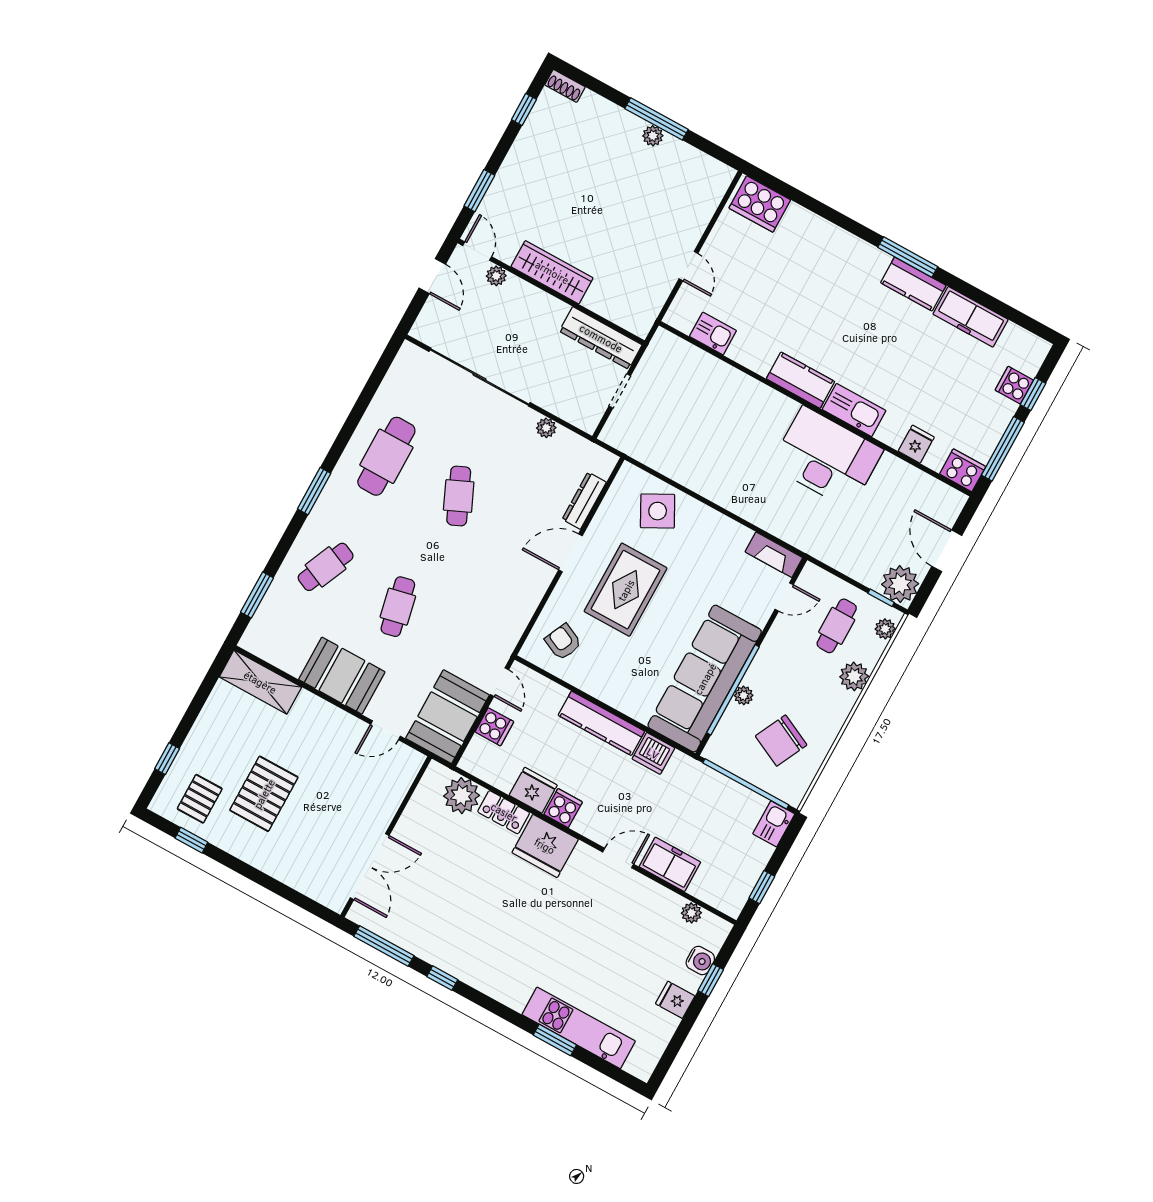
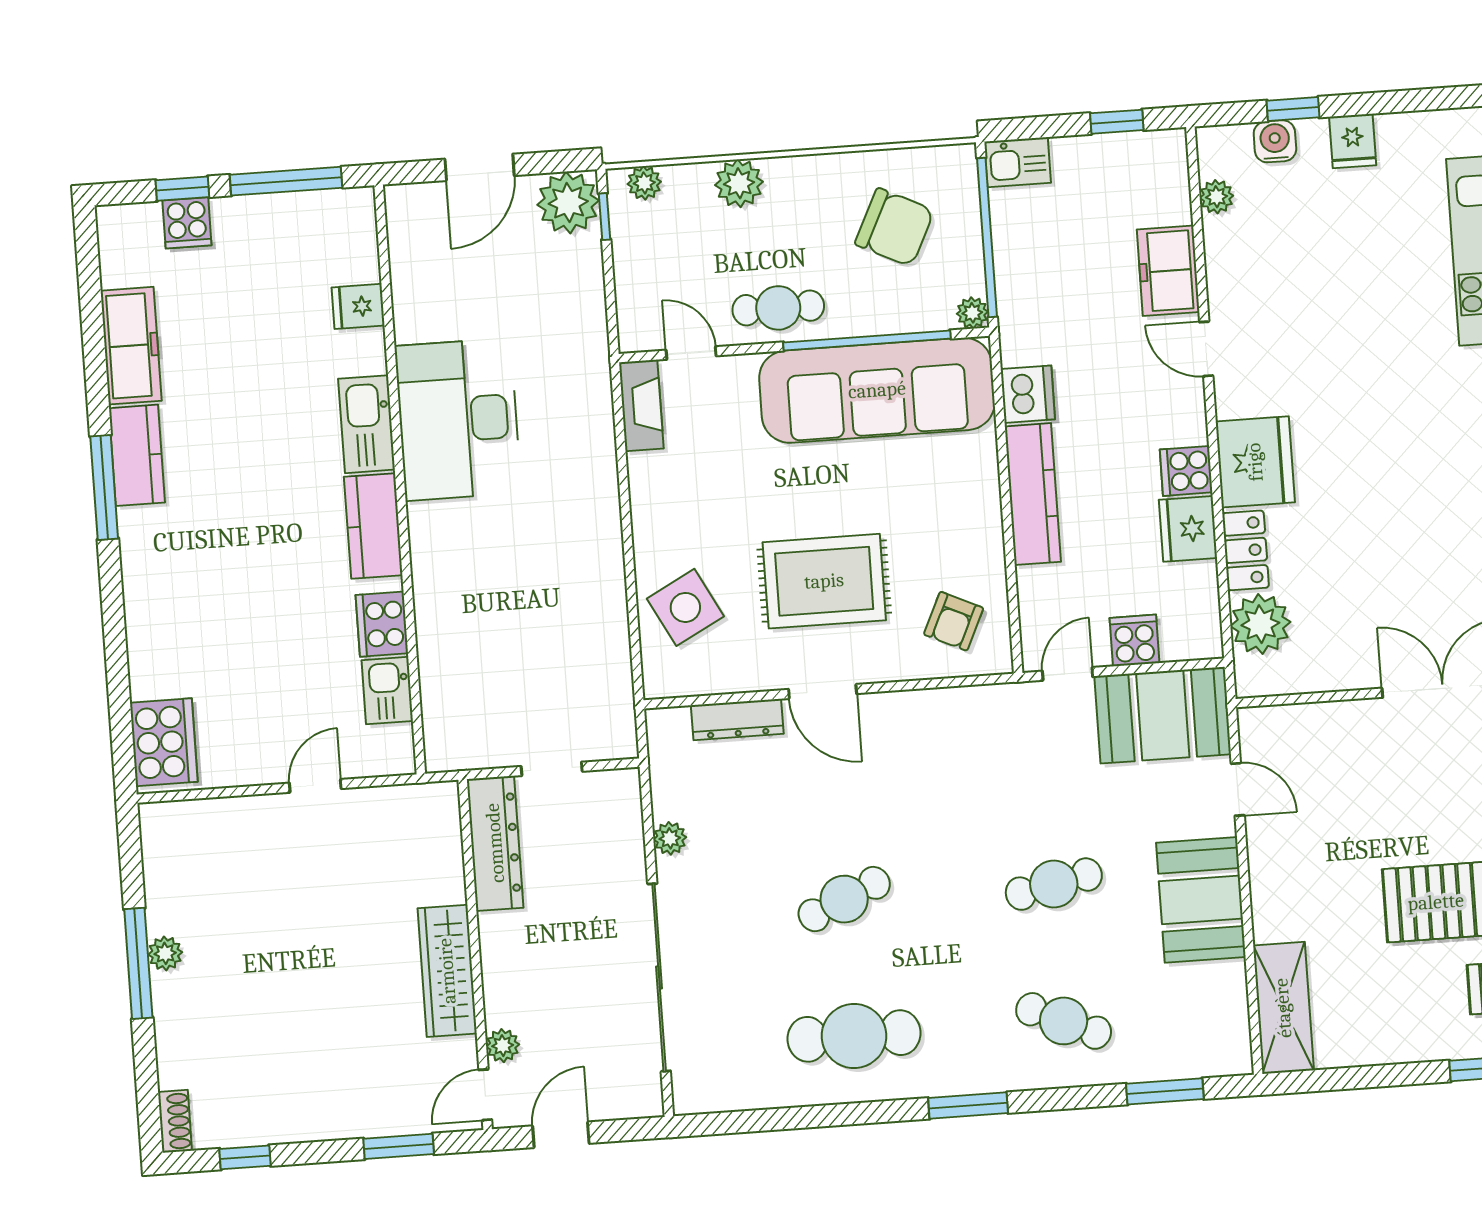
cooker: (963, 470) -> (382, 624), moved
cafe table: (837, 626) -> (778, 308), moved
plant: (744, 695) -> (972, 313), moved

